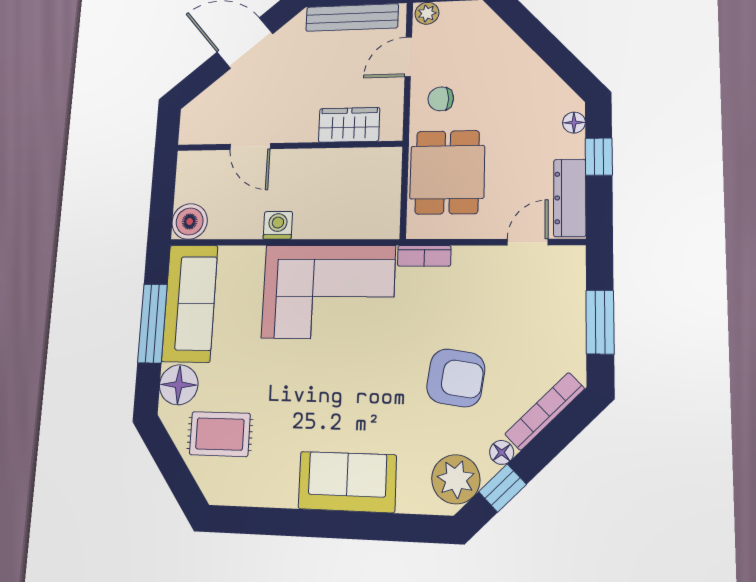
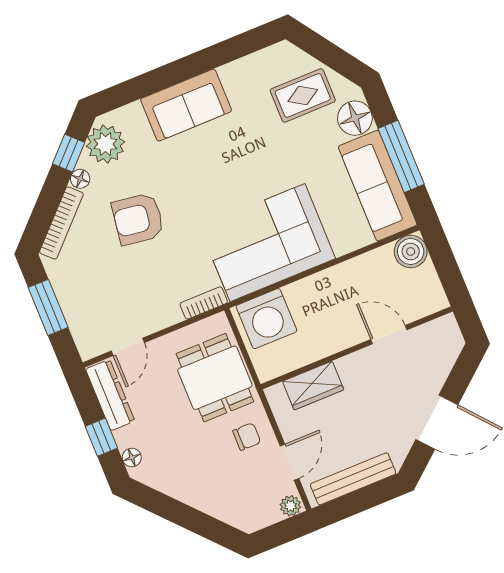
washing machine: (278, 225) -> (266, 319), moved, width x1.89, depth x1.89

